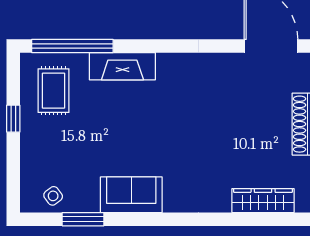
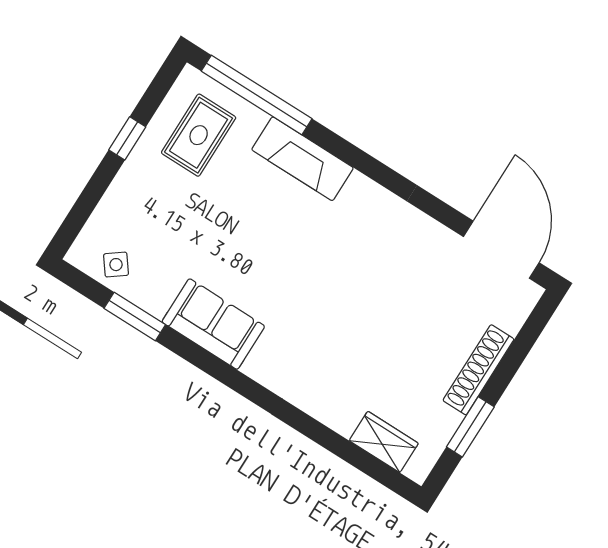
wardrobe: (263, 201) -> (384, 442), width x0.67

